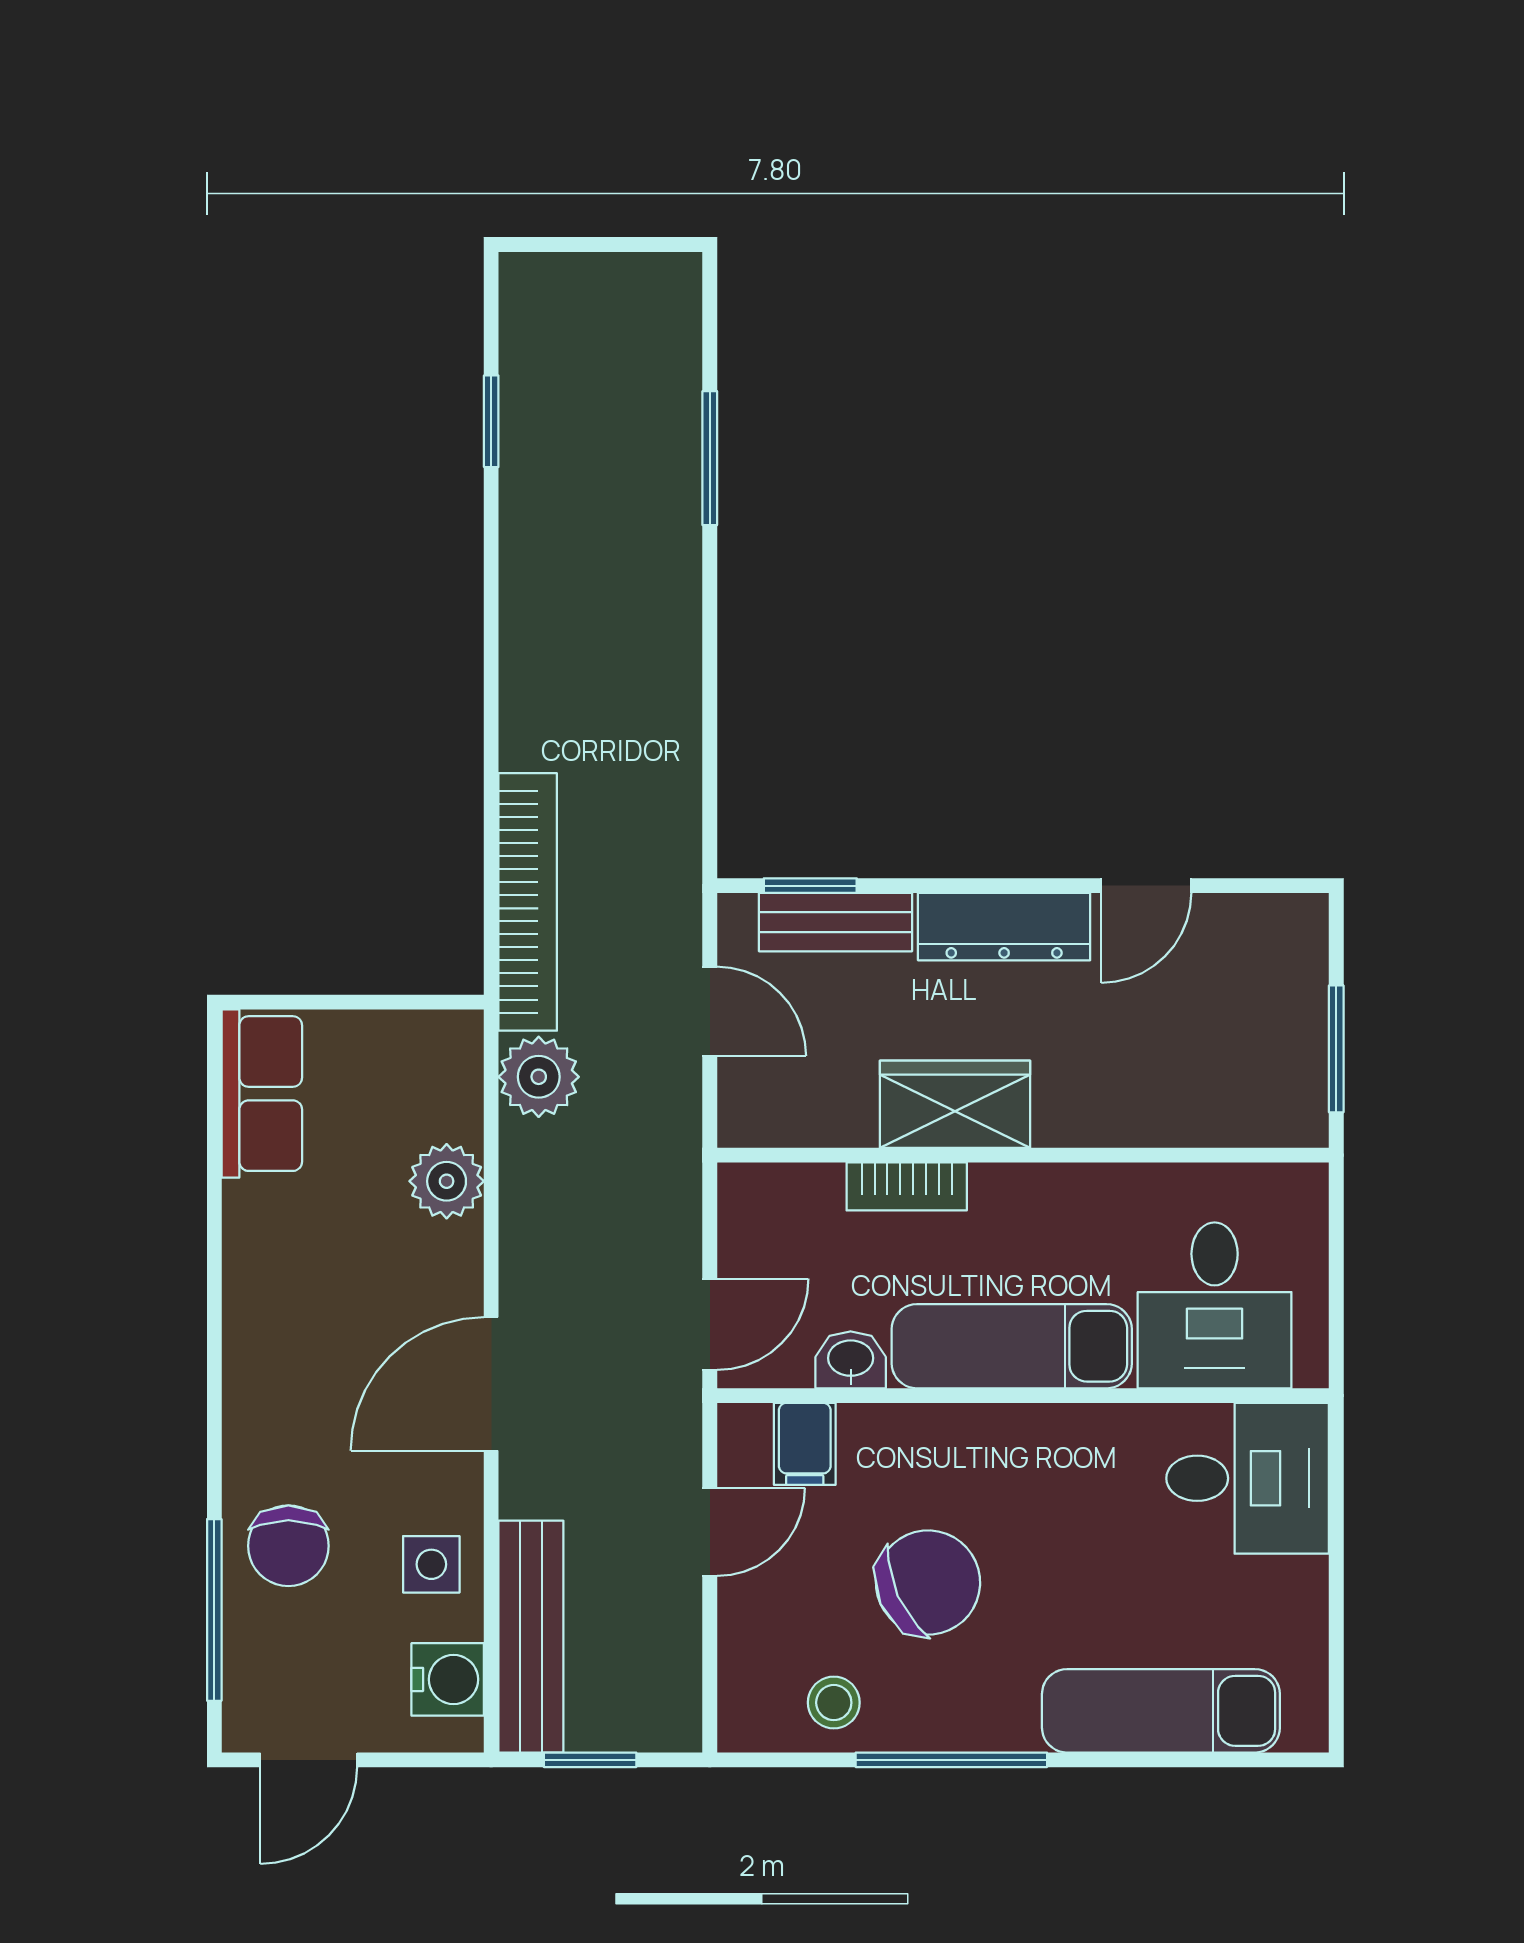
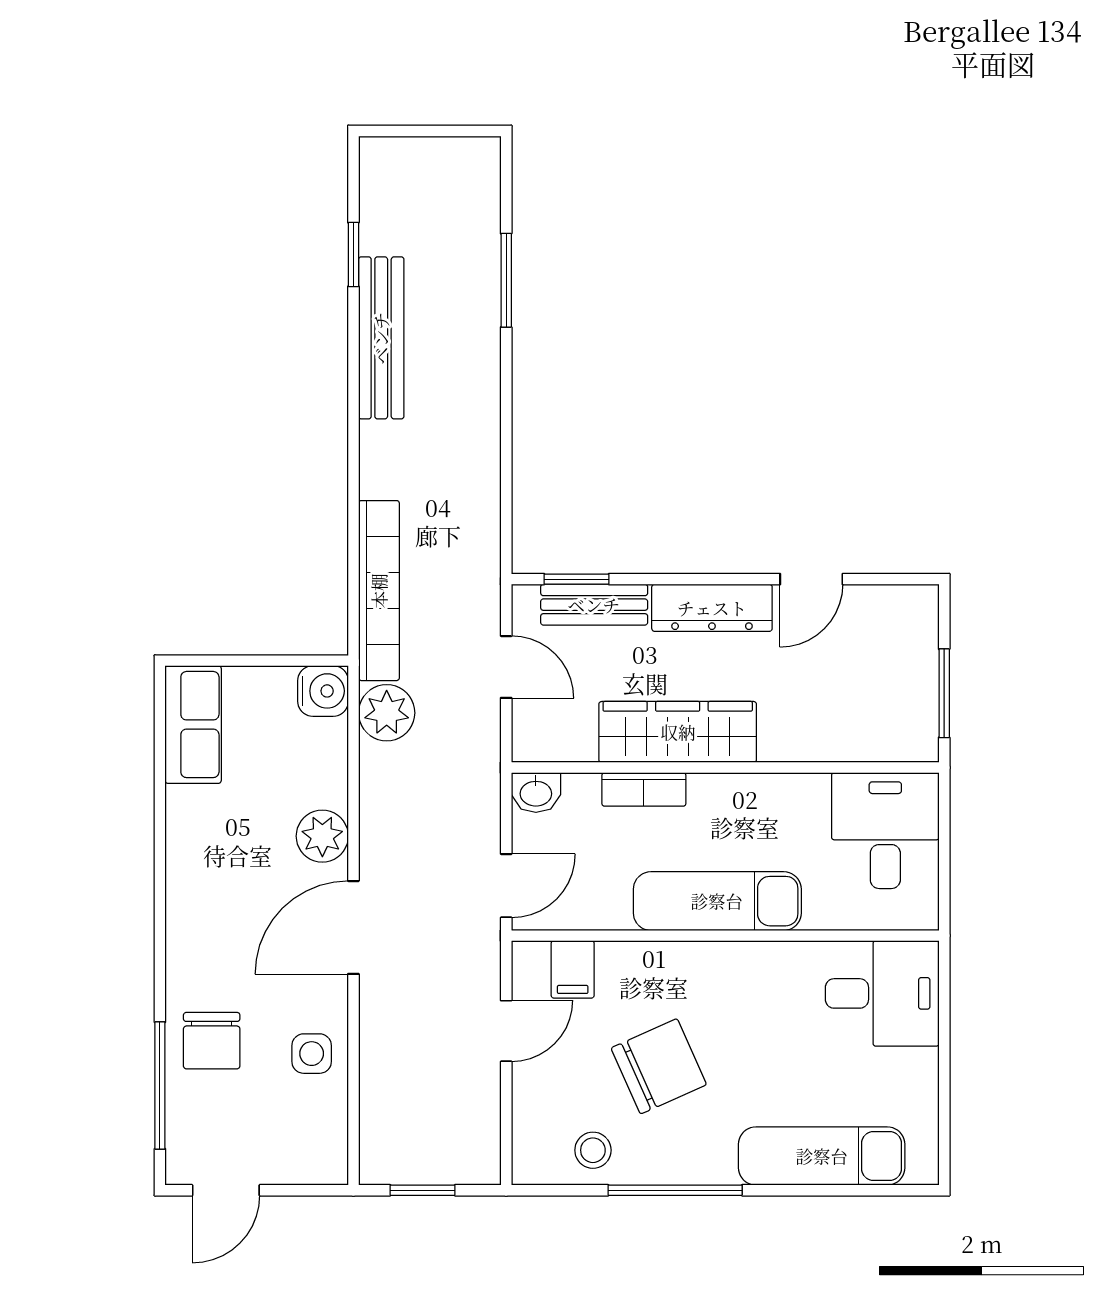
wardrobe: (955, 1104) -> (678, 732), width x1.50
plant: (447, 1181) -> (322, 836), moved
desk: (1215, 1305) -> (885, 831), moved, turned 180
washbasin: (851, 1360) -> (536, 793), moved, turned 180
bench: (531, 1637) -> (381, 338), moved
water cooler: (448, 1679) -> (323, 691), moved

